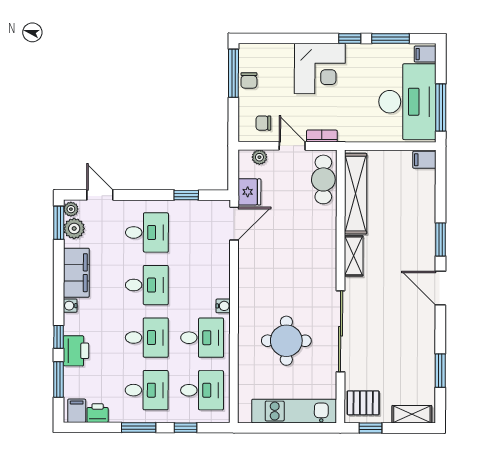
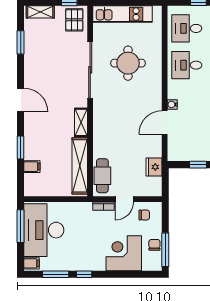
corner desk: (320, 69) -> (124, 253), moved
door: (292, 146) -> (124, 199), hinge flipped
plant: (259, 157) -> (147, 191), removed
filing cabinet: (424, 160) -> (32, 167), moved
door: (234, 224) -> (165, 123), moved
window: (440, 239) -> (21, 148), moved
water cooler: (223, 306) -> (172, 104), moved
pallet: (363, 403) -> (74, 20), turned 90

